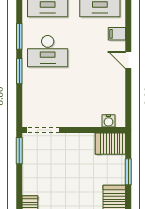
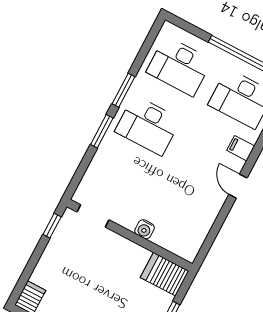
water cooler: (108, 121) -> (145, 229), moved
doorway: (43, 130) -> (93, 216), width x0.73
window: (19, 151) -> (52, 226), width x0.67

